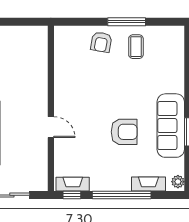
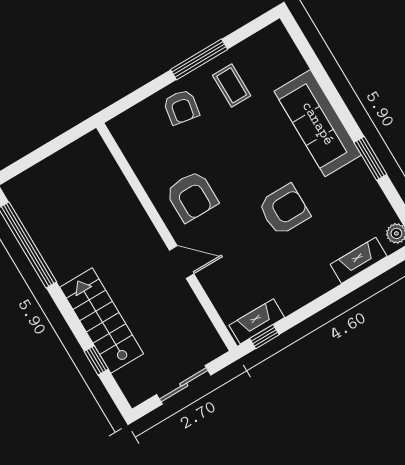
armchair: (78, 94) -> (192, 196), added
sofa: (171, 126) -> (318, 123), moved
window: (122, 195) -> (331, 297), removed

